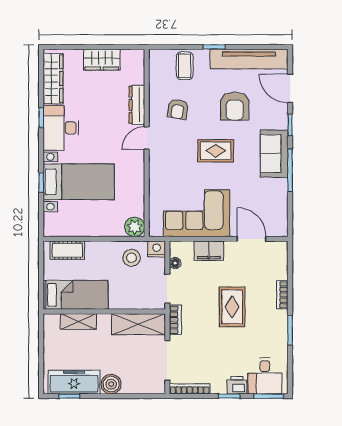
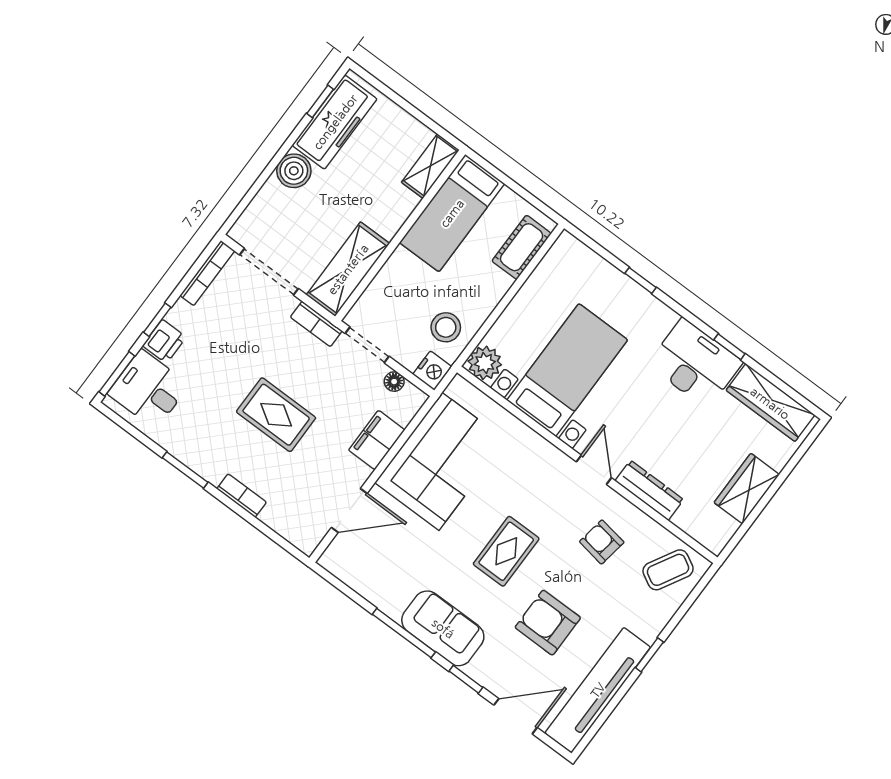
coffee table: (185, 66) -> (668, 570), moved, turned -61
bed with nightstands: (79, 182) -> (567, 370), moved, turned 180
shelving: (78, 322) -> (430, 166), moved

